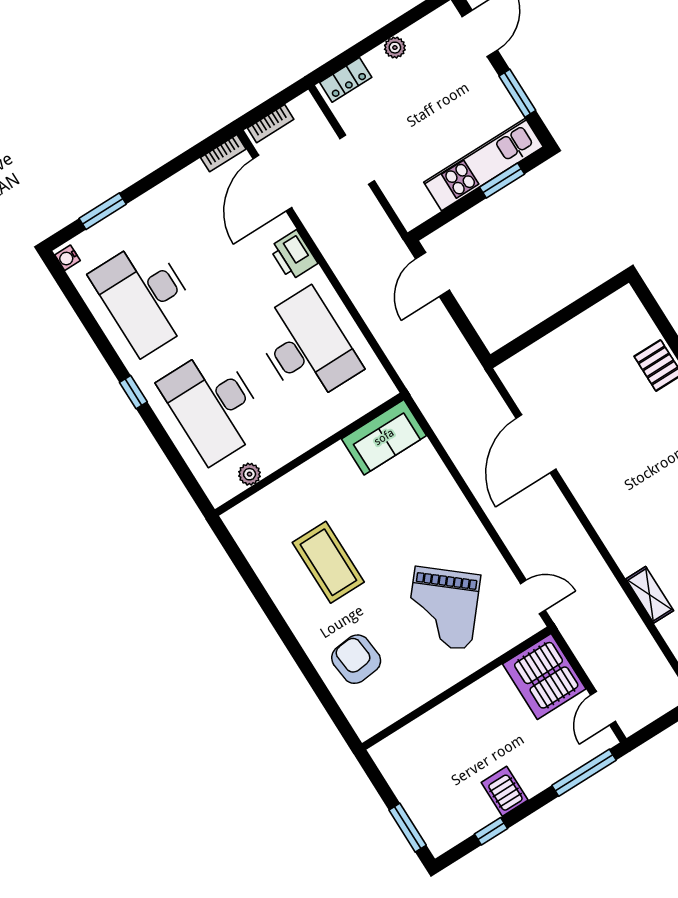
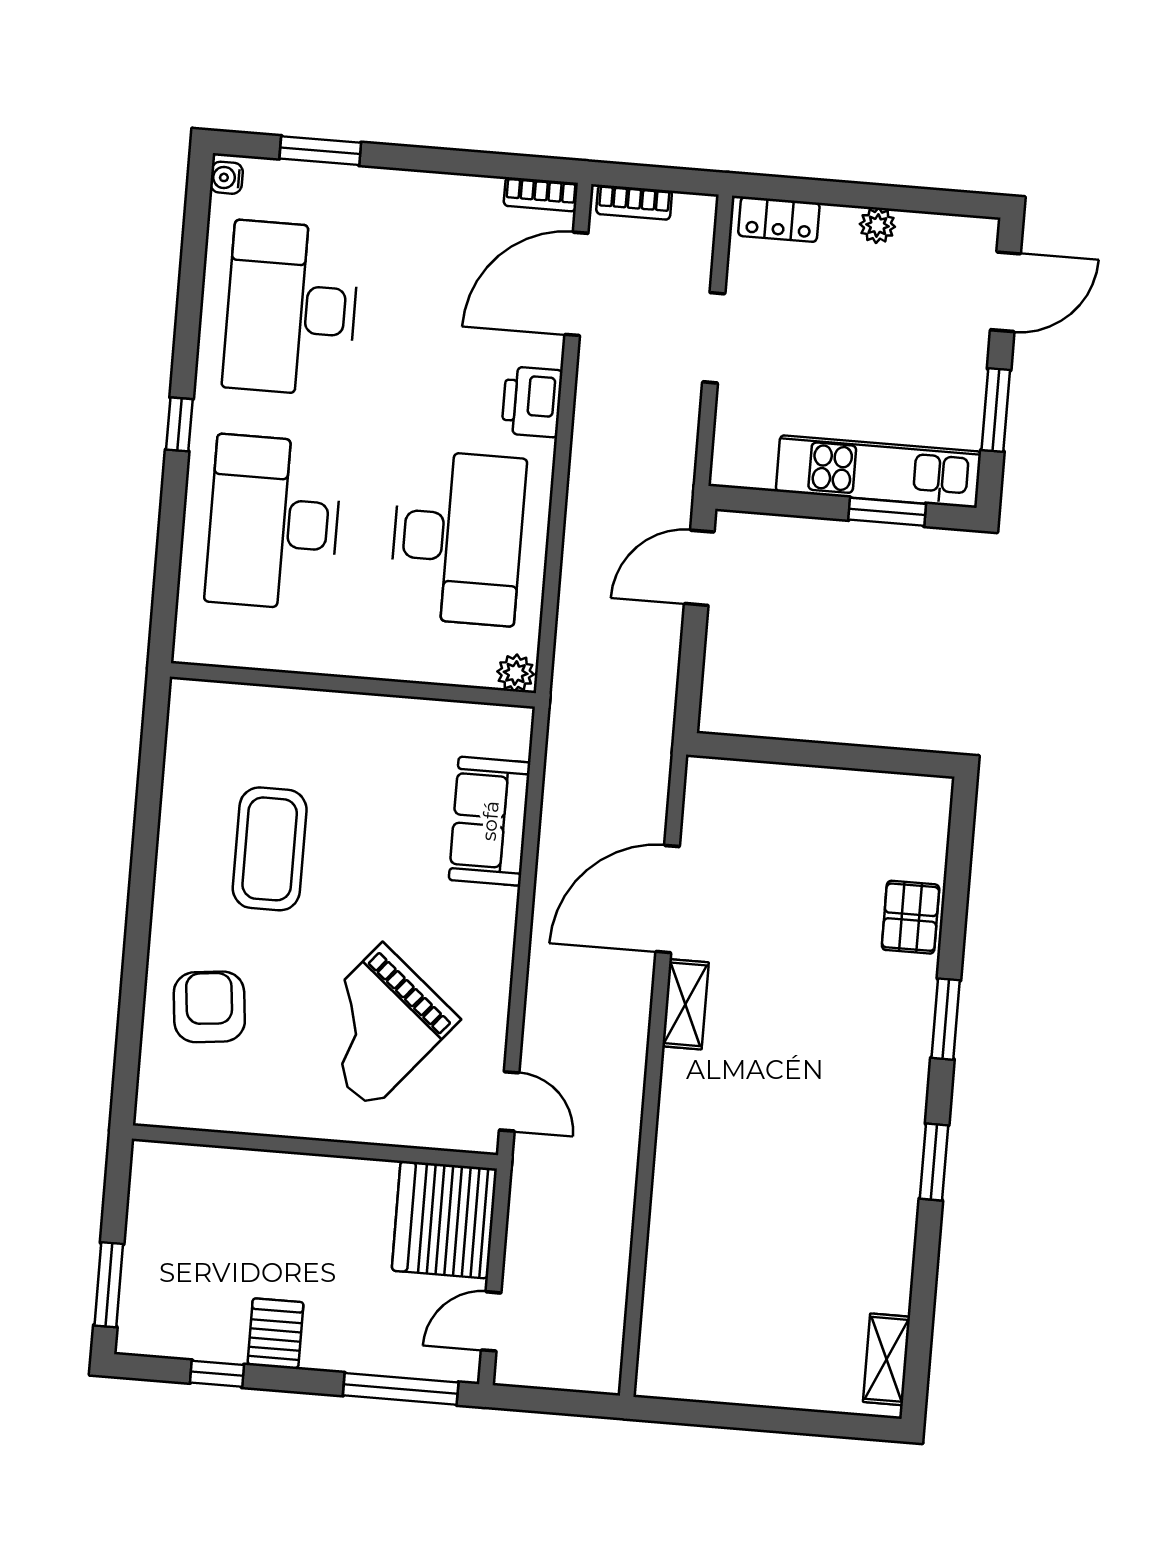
sofa: (384, 437) -> (490, 821), moved, turned 90
plant: (250, 474) -> (516, 673), moved
shelving: (650, 595) -> (685, 1004), moved

